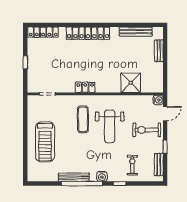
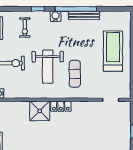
shower: (131, 83) -> (40, 111), moved
locker: (85, 87) -> (61, 106), moved
weight bench: (110, 126) -> (48, 67), turned 180

